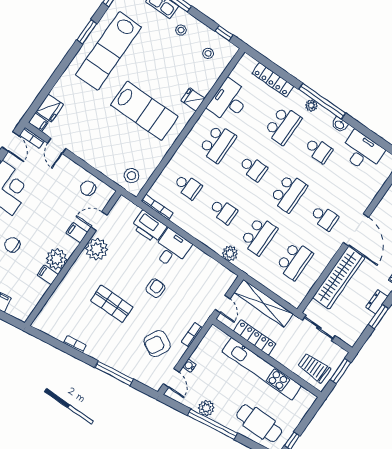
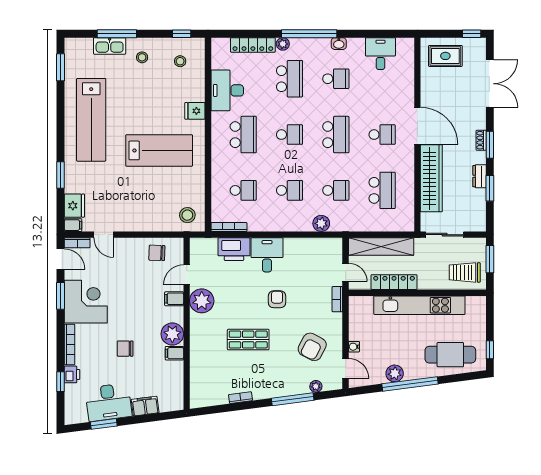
window: (87, 32) -> (61, 175), moved
plant: (311, 105) -> (283, 44), moved
desk: (362, 152) -> (380, 54), width x0.73
school desk: (259, 236) -> (336, 190), width x0.54
bookcase: (192, 335) -> (337, 299), moved
plant: (139, 376) -> (316, 386), added

